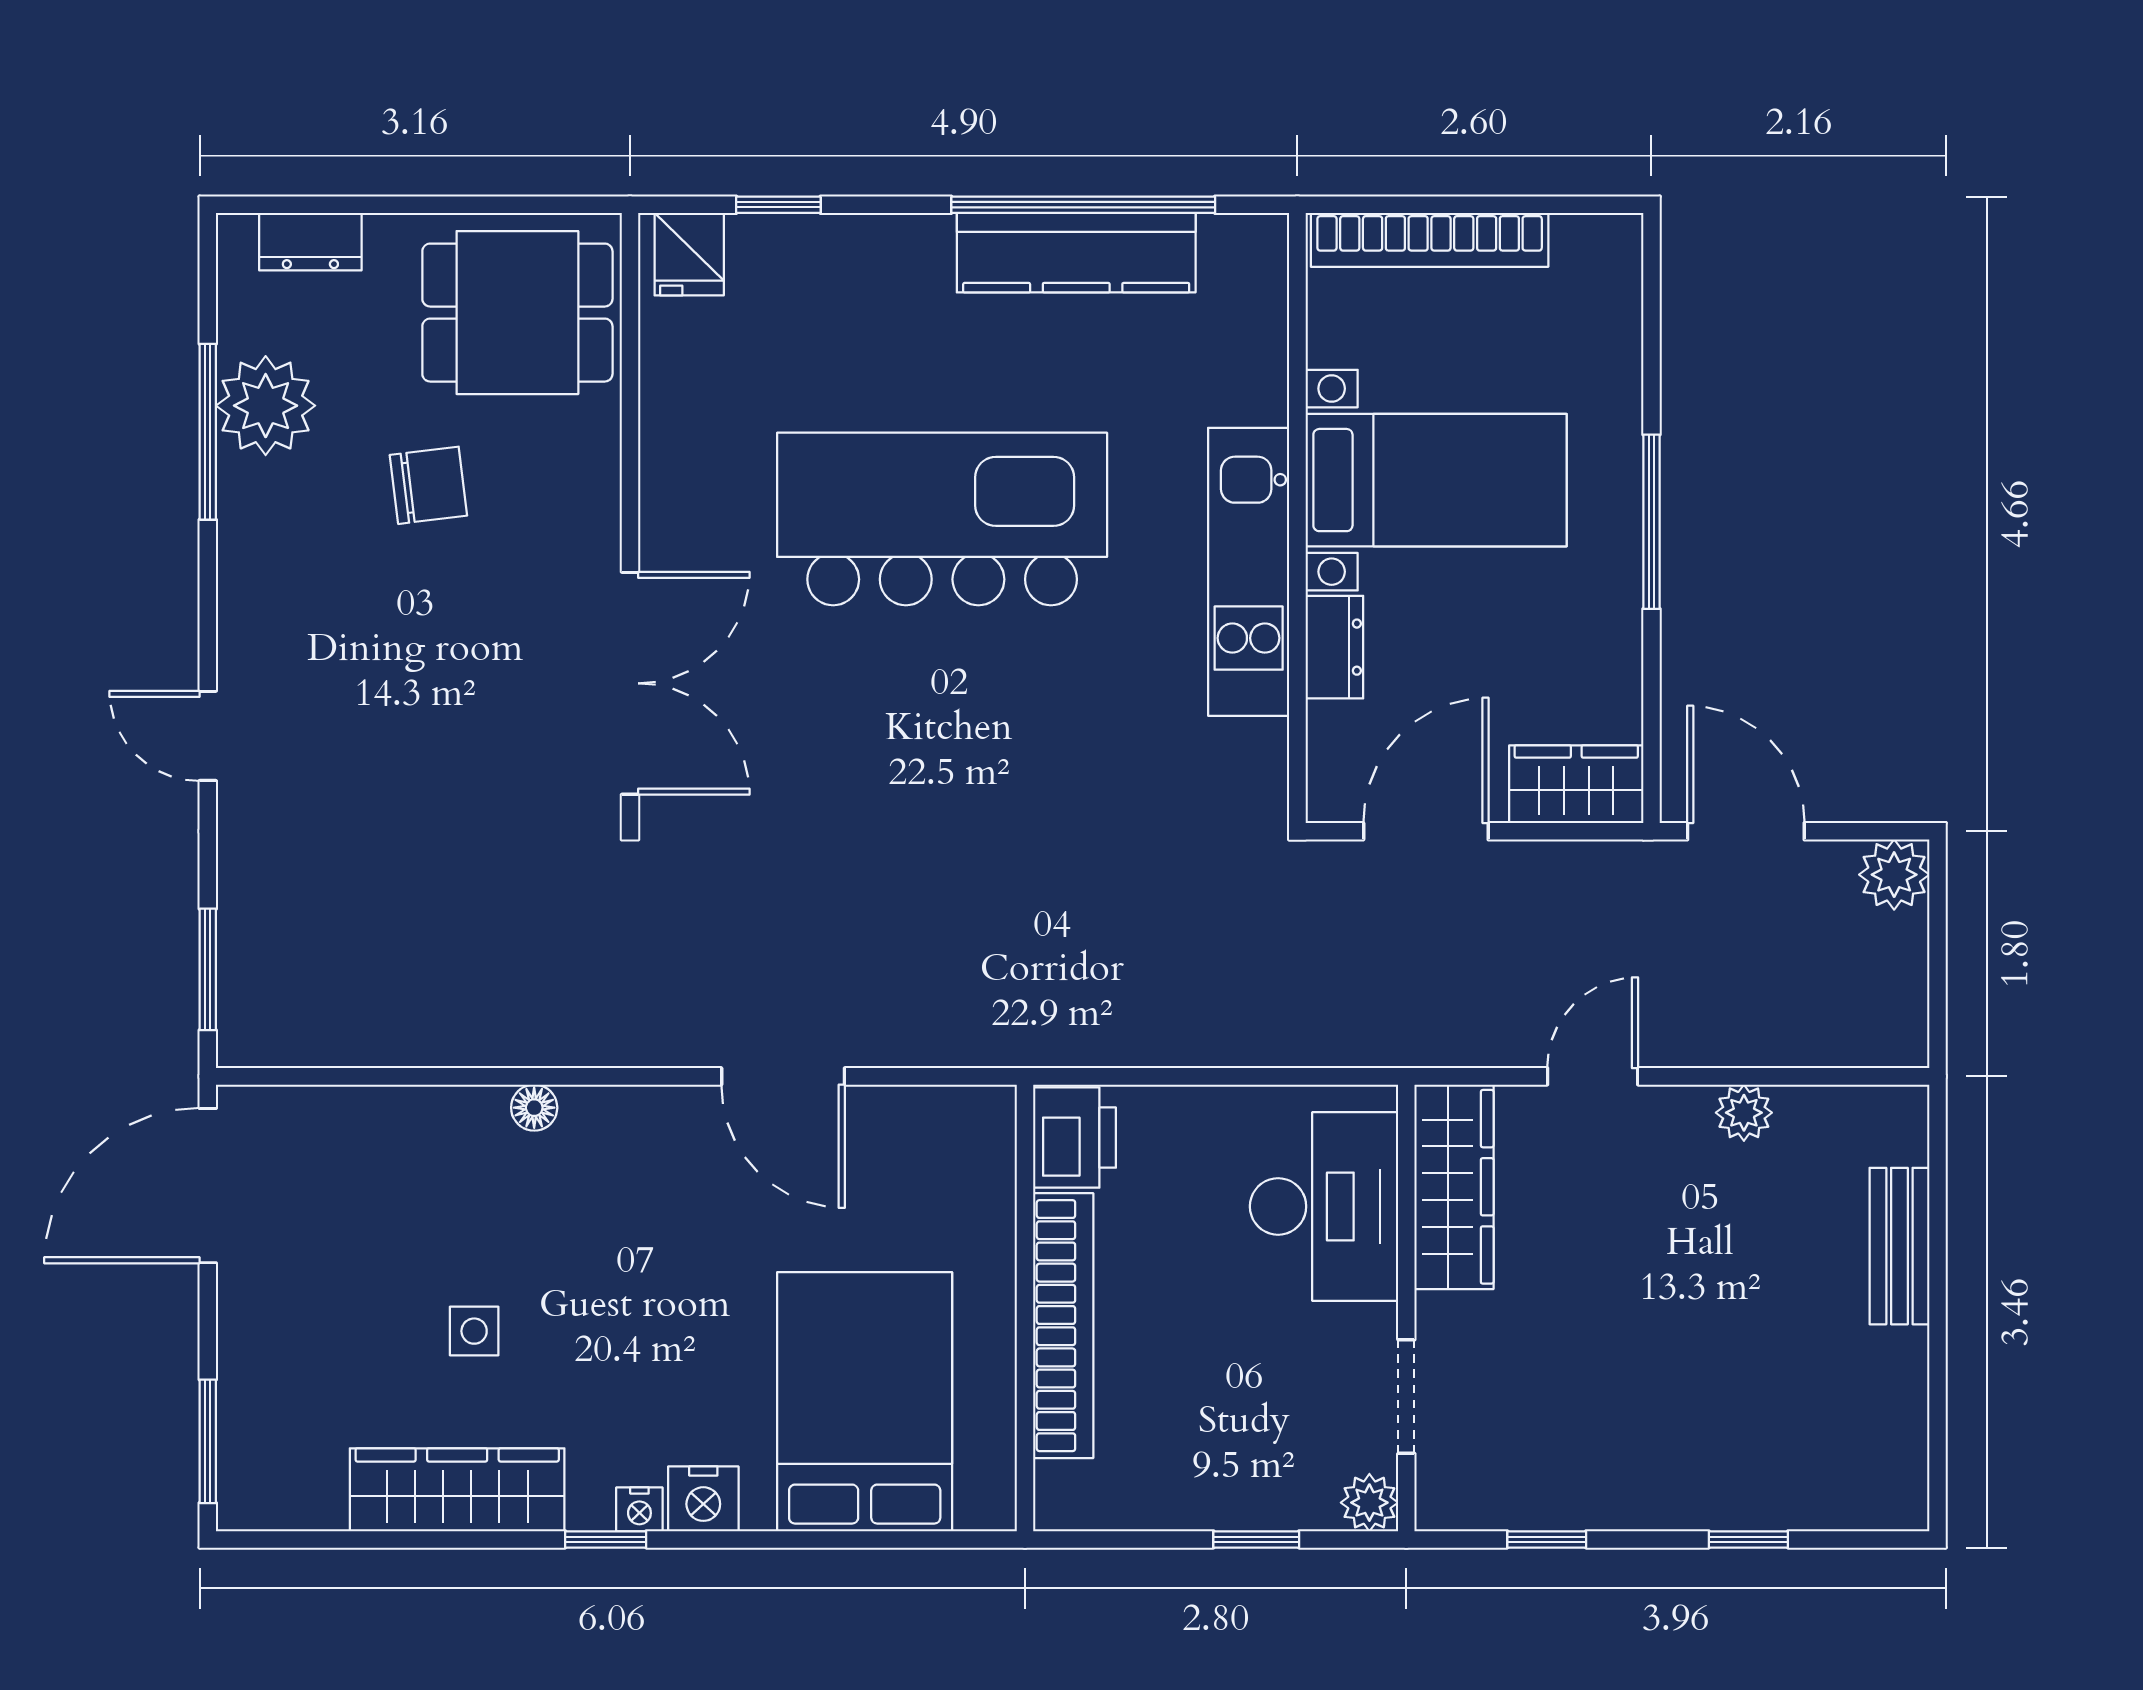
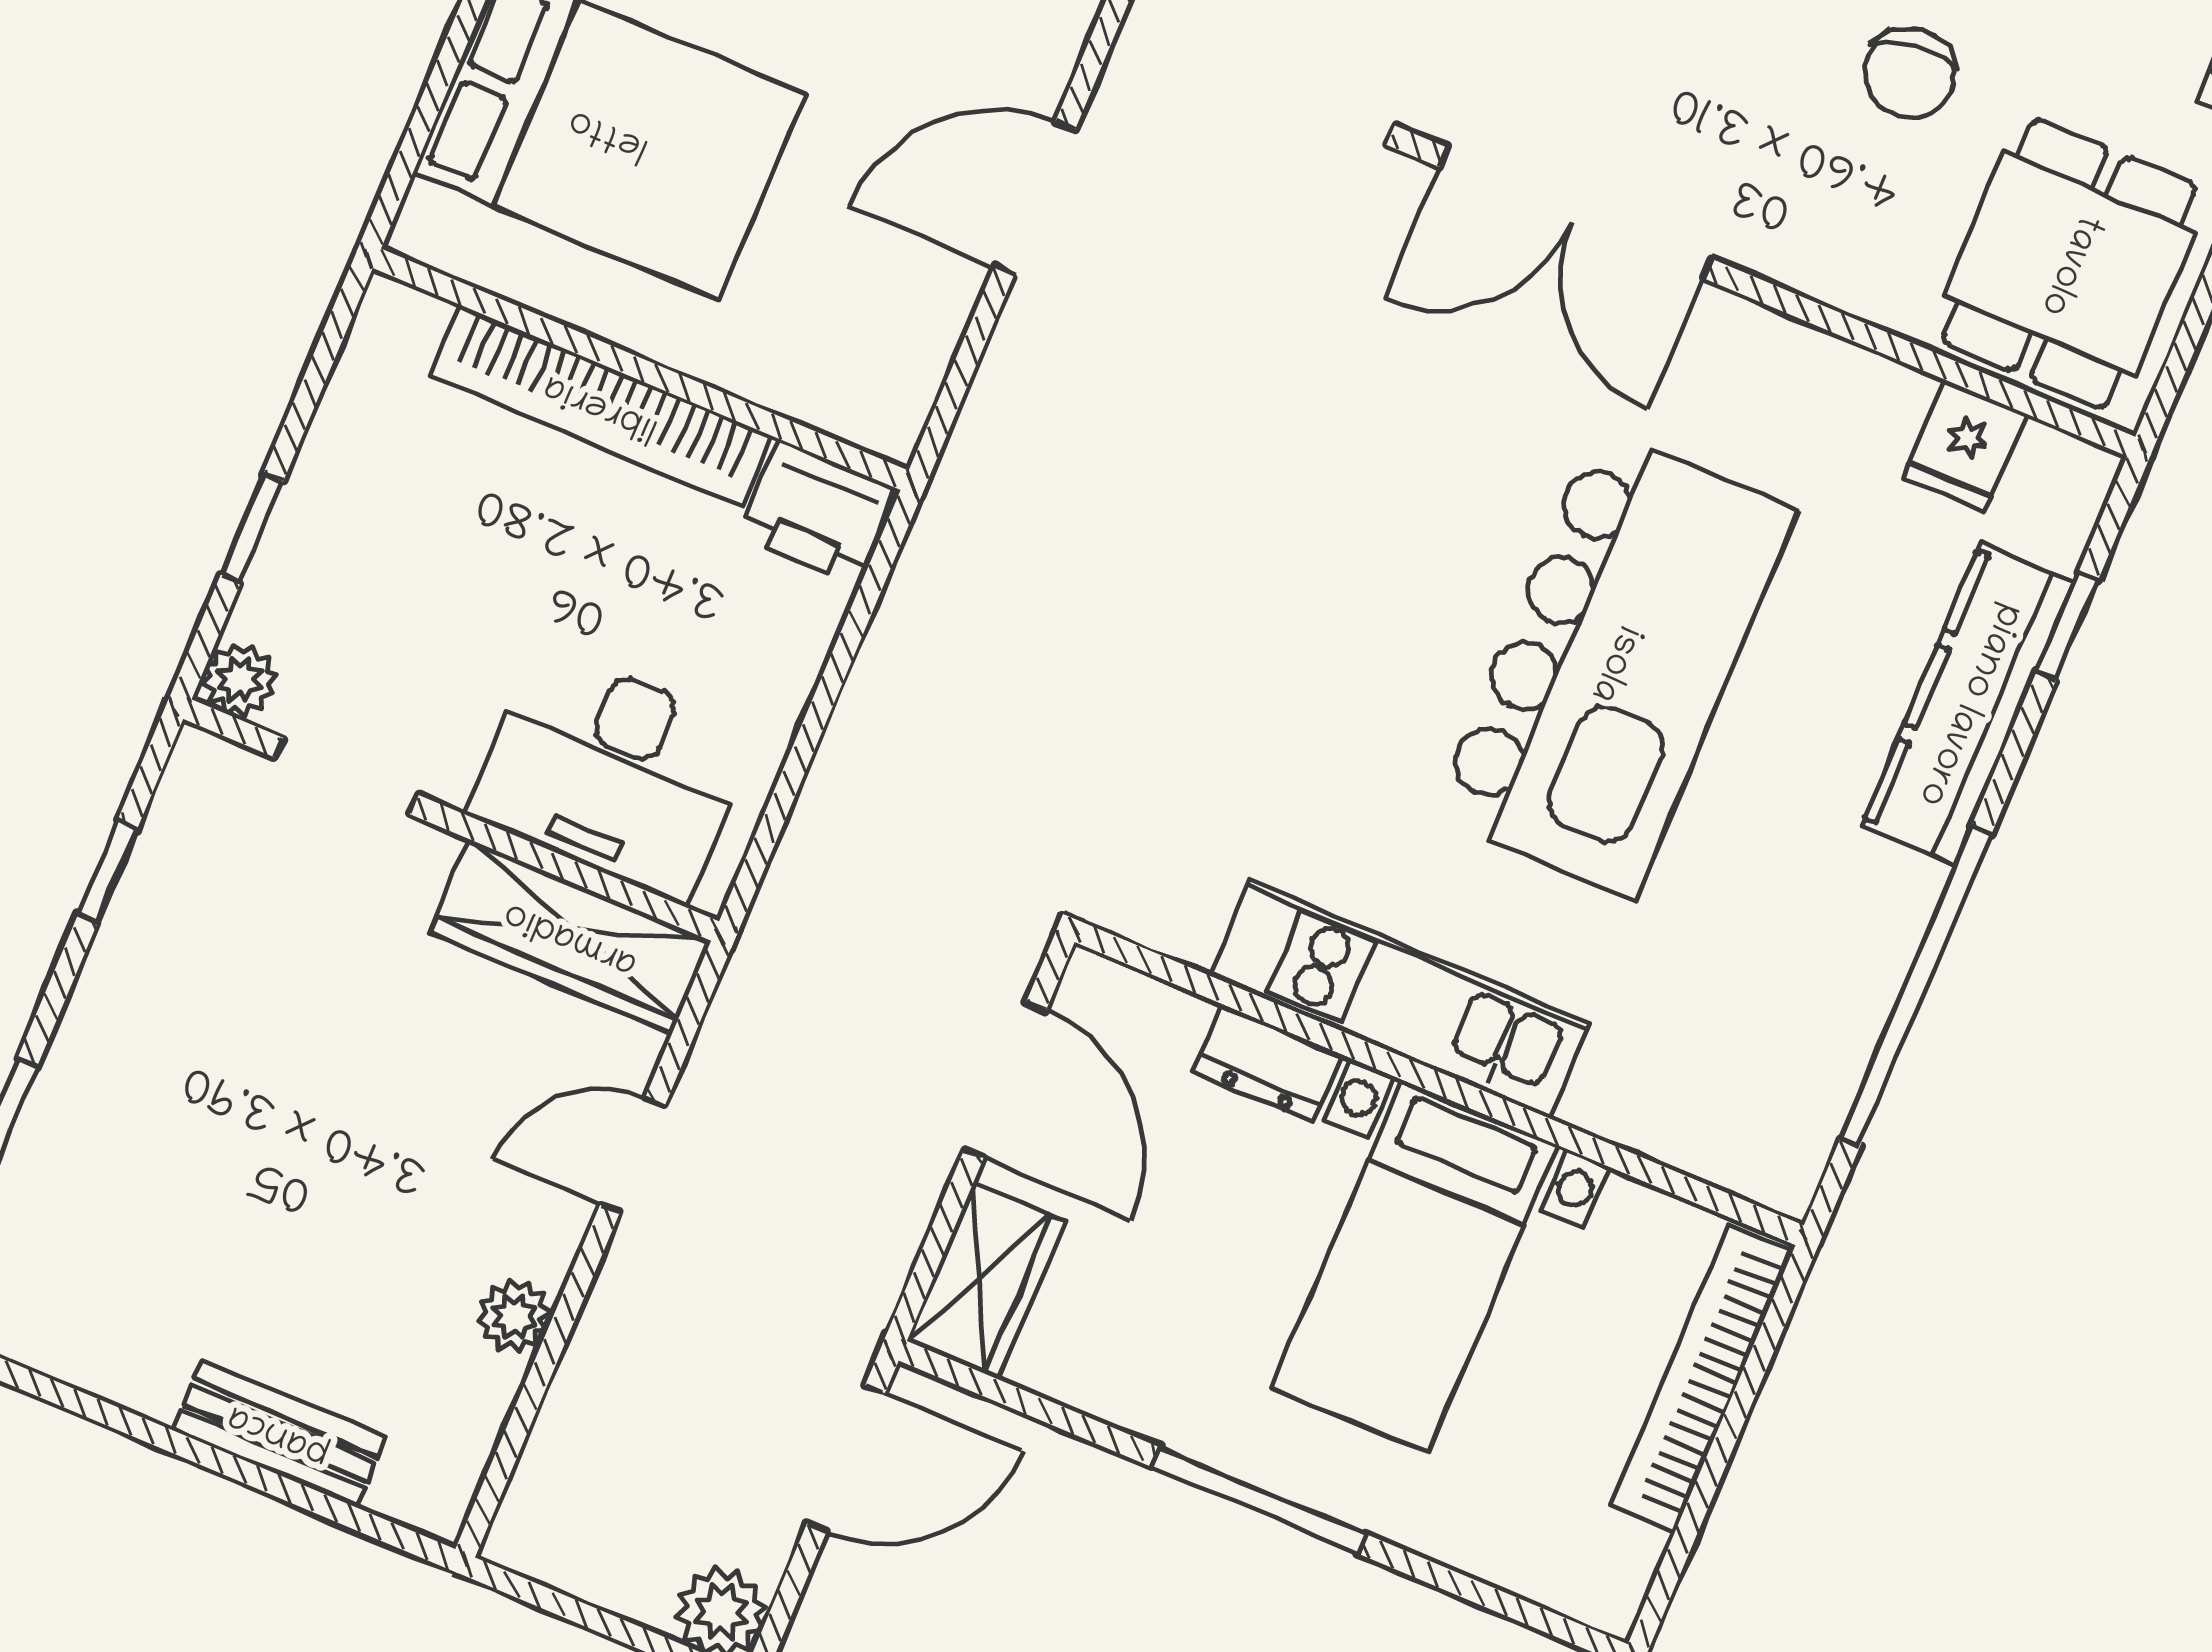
kitchen counter: (1076, 253) -> (1968, 704), moved
fridge: (689, 254) -> (1964, 445), moved, turned -90
door: (1593, 1076) -> (632, 1155), swing flipped

